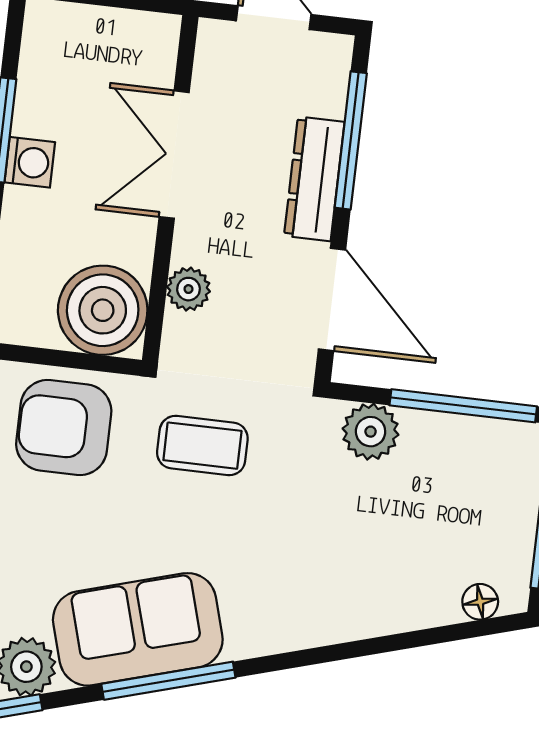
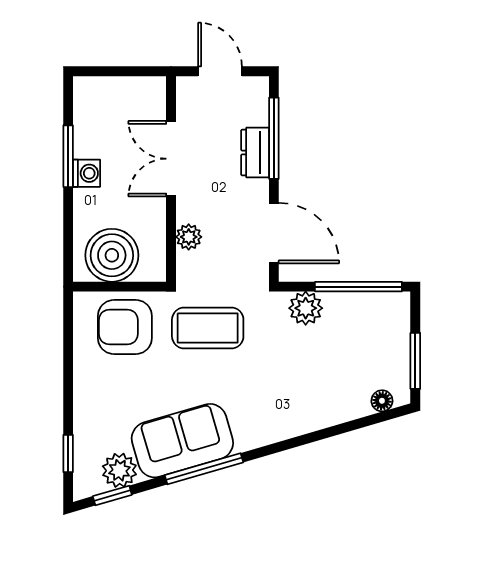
dresser: (314, 179) -> (255, 153), width x0.70
boiler: (103, 310) -> (112, 255), moved
coffee table: (202, 446) -> (208, 328), width x1.36, depth x1.30

